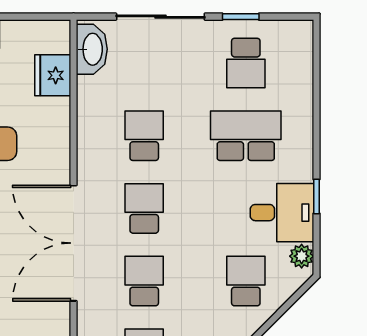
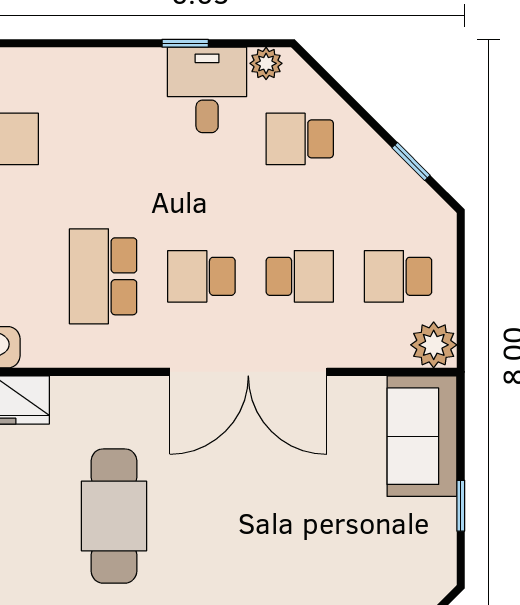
school desk: (144, 136) -> (103, 276), width x1.85
school desk: (246, 136) -> (103, 139), removed
school desk: (144, 281) -> (300, 276), turned 180

